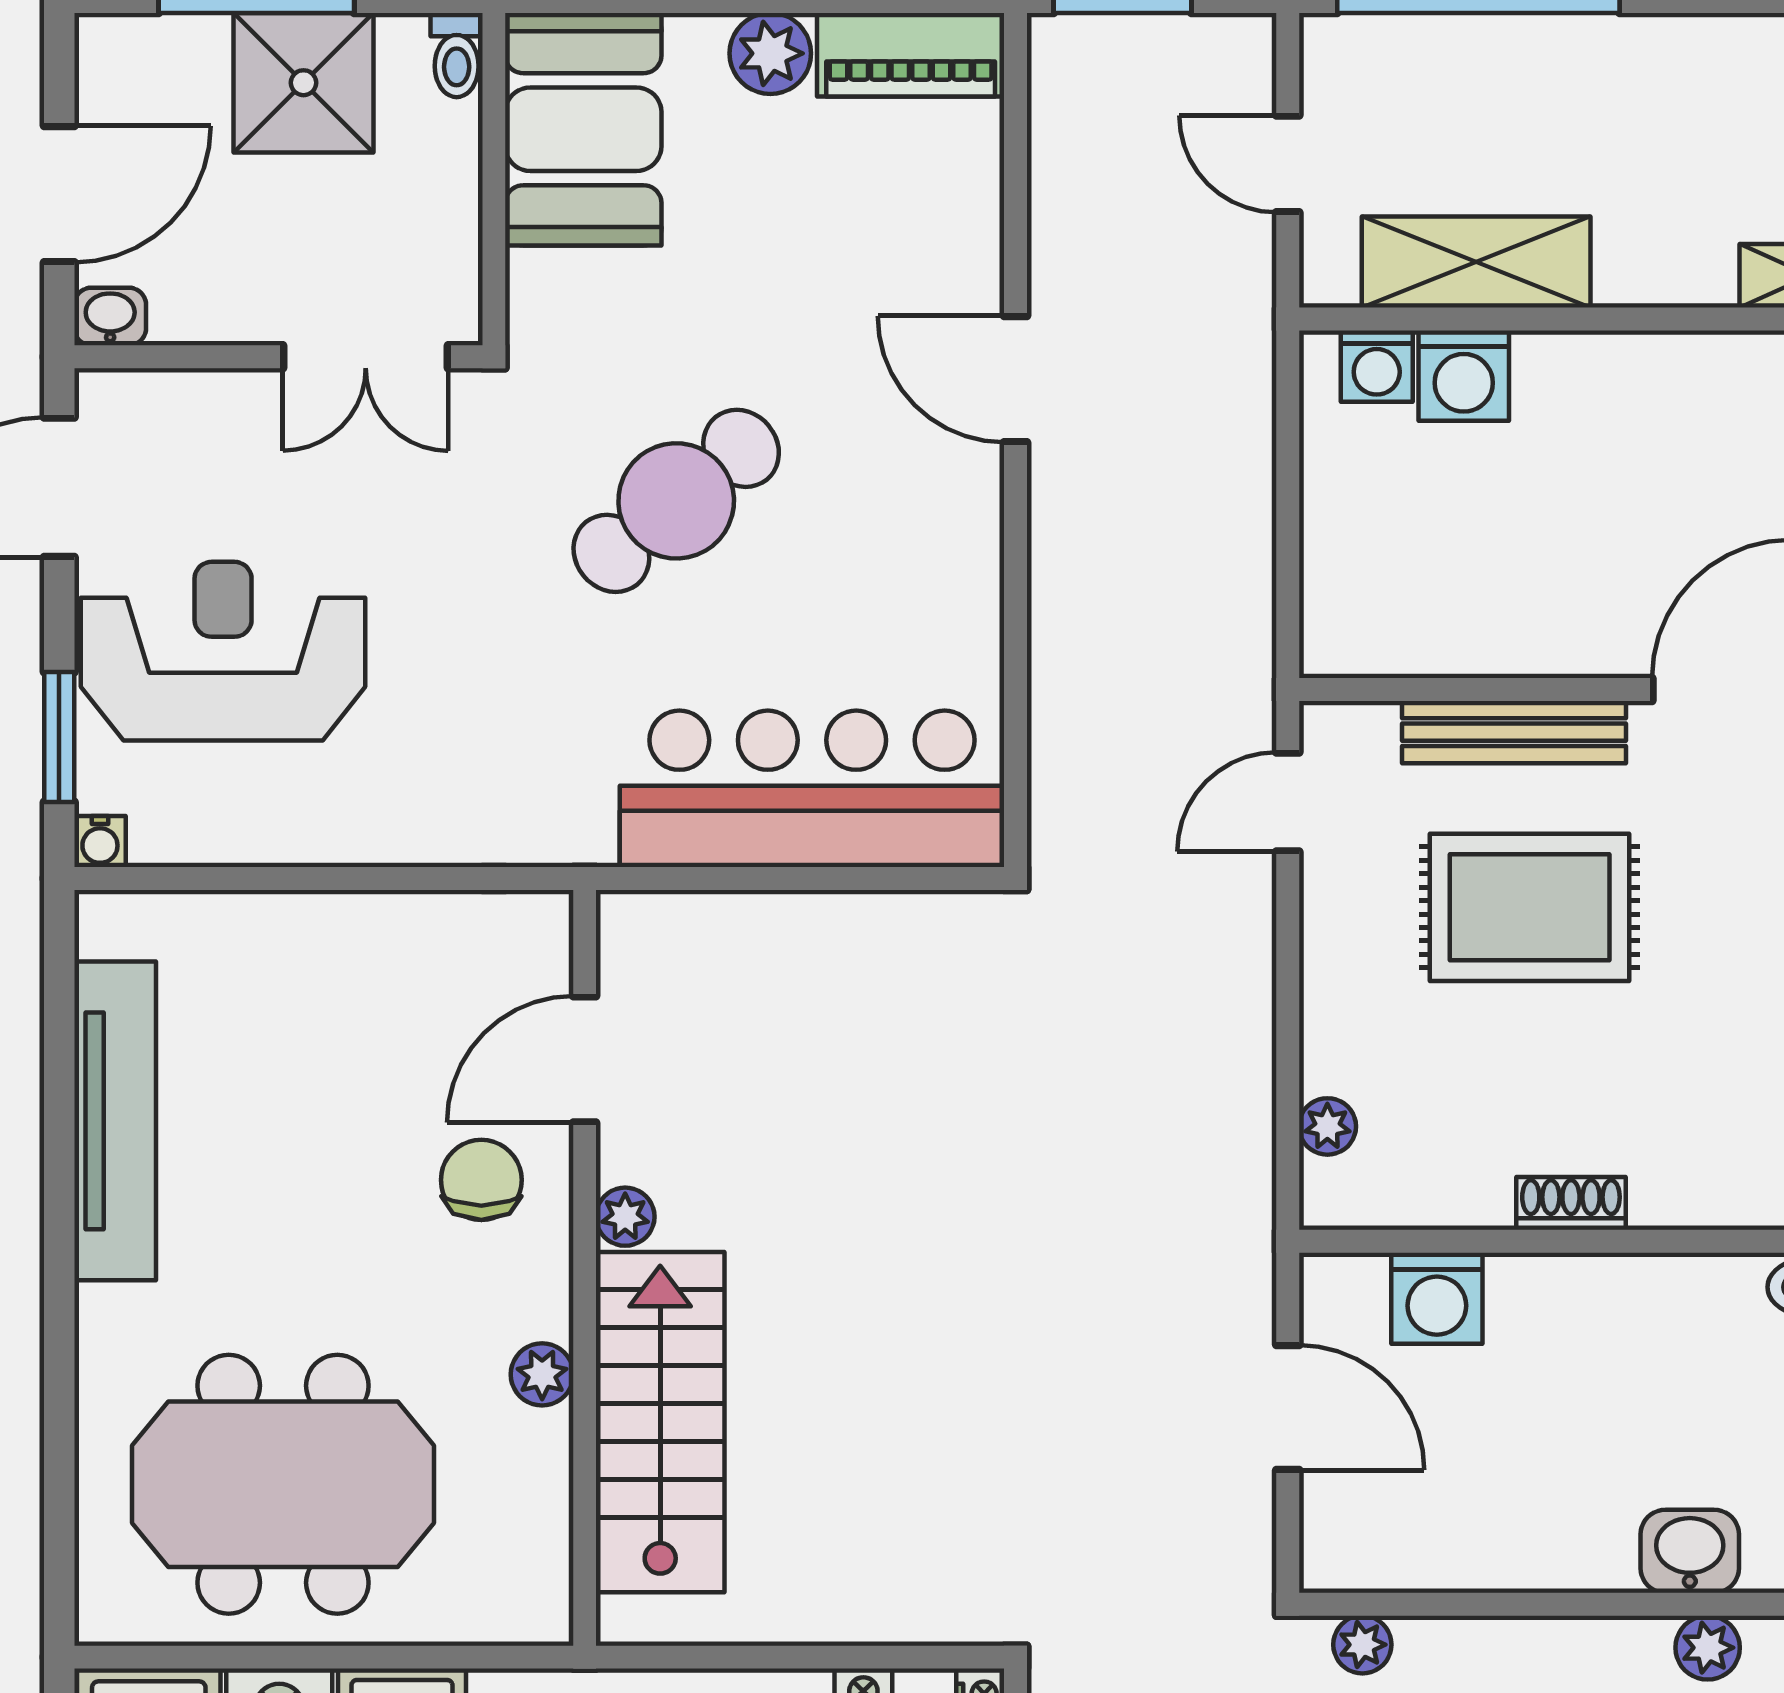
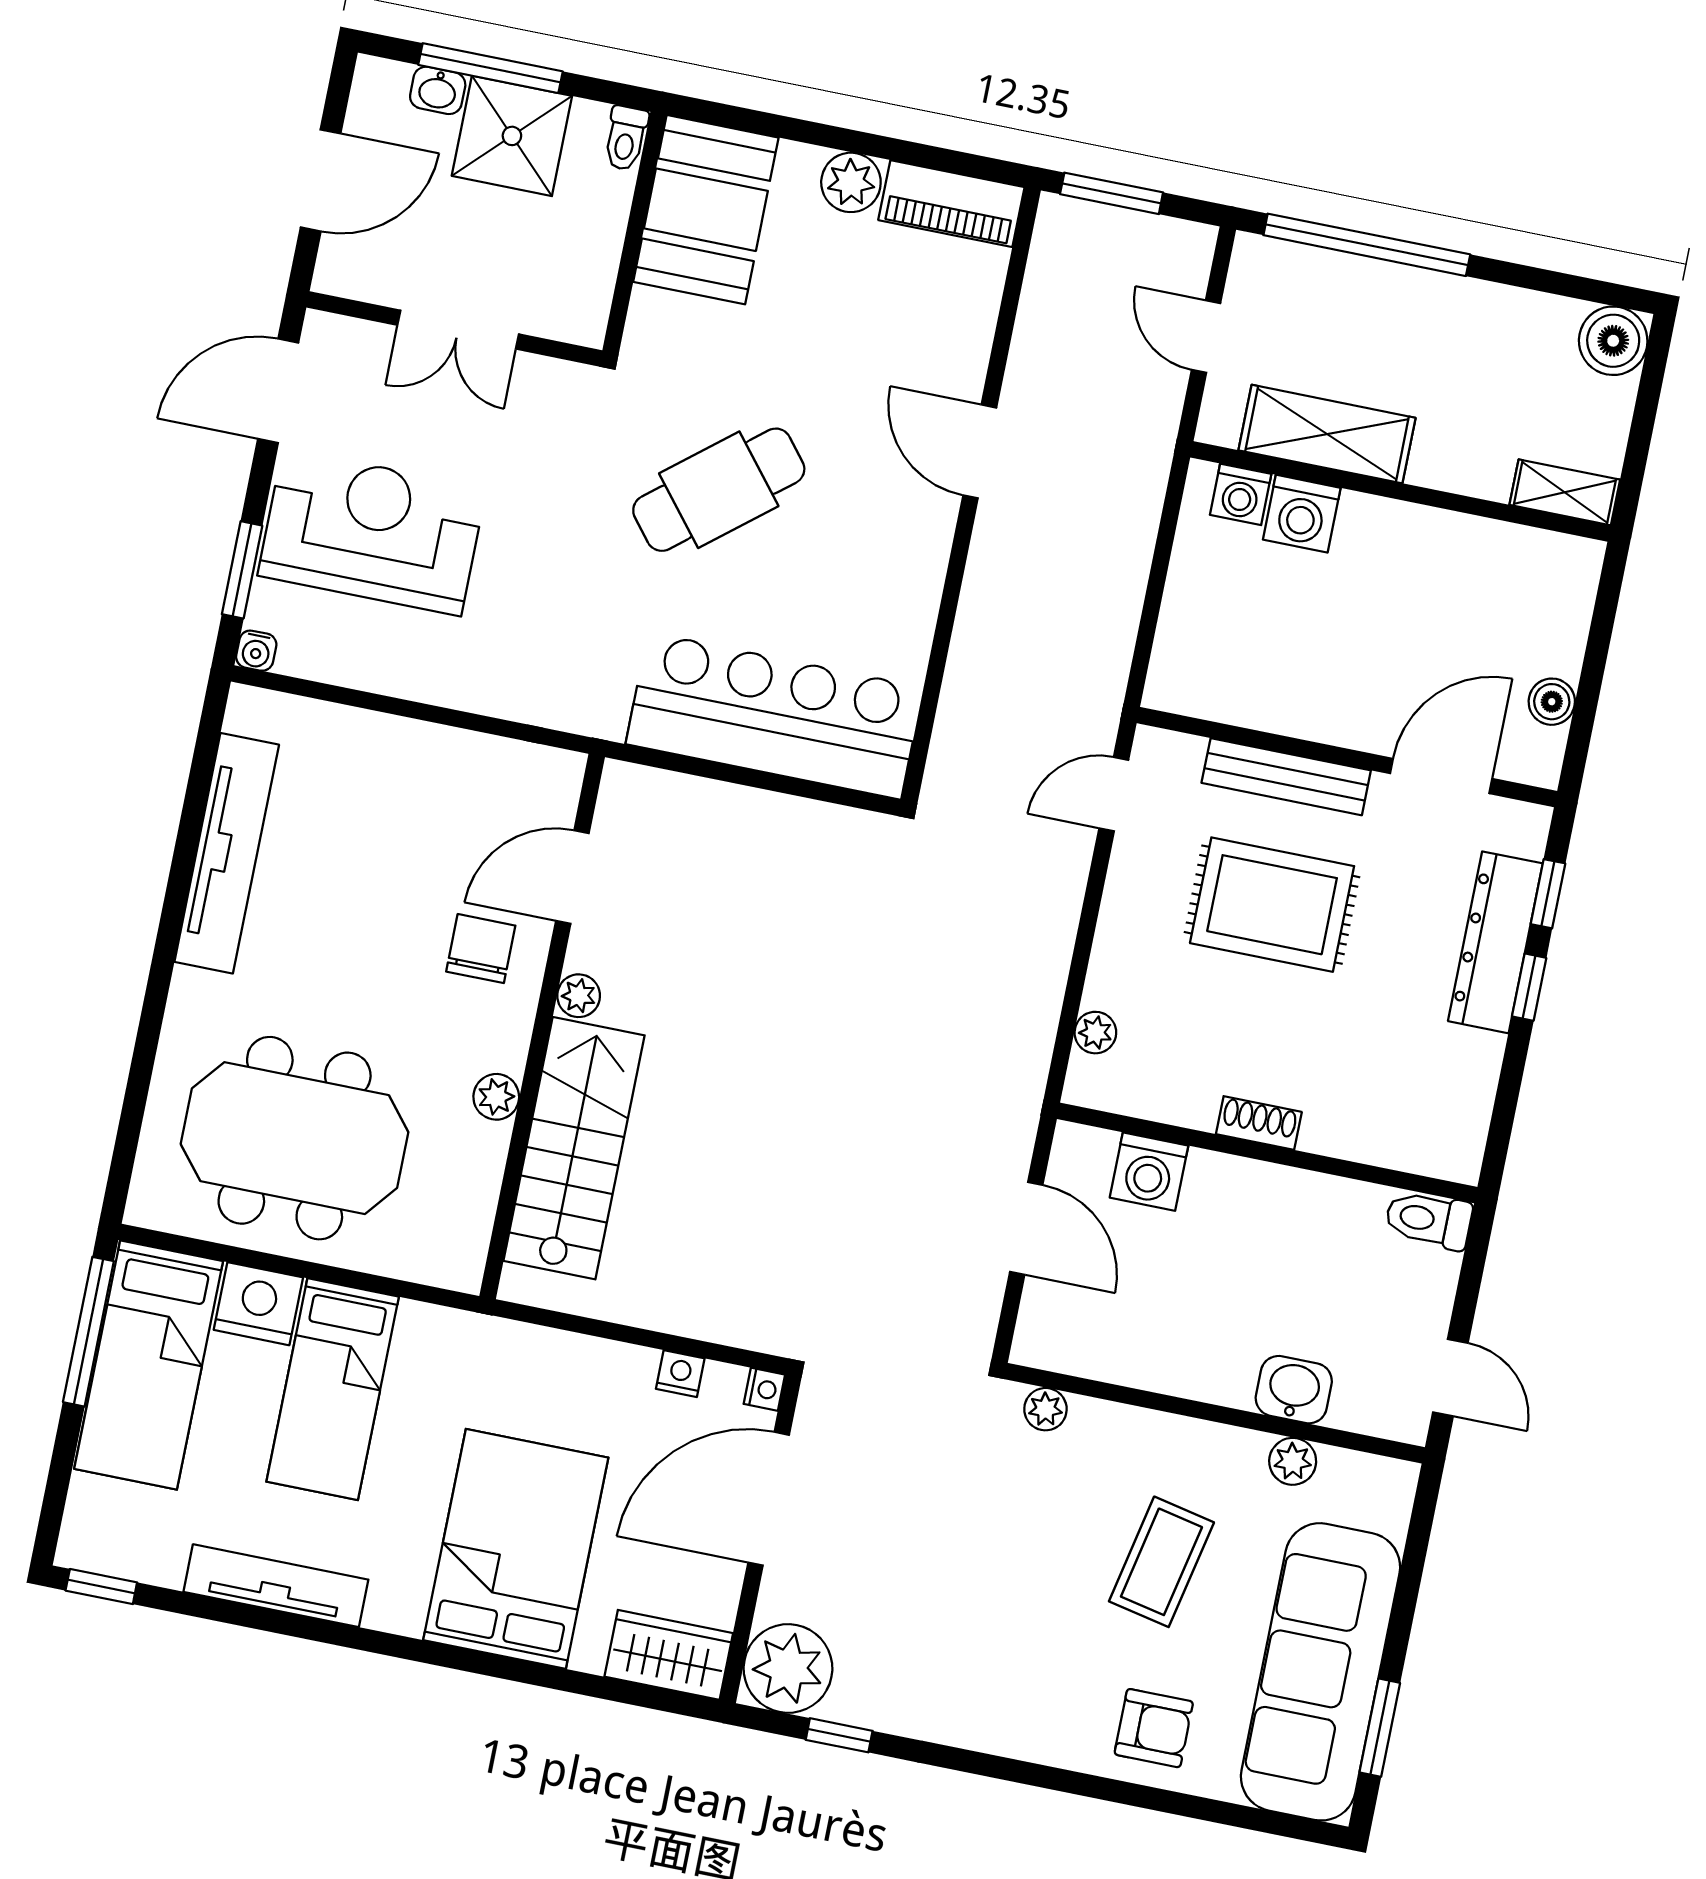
washbasin: (110, 316) -> (438, 90), moved, turned 180
double door: (366, 357) -> (458, 330), moved

